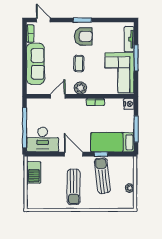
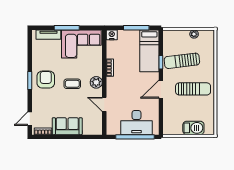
sofa: (36, 64) -> (67, 126), width x0.73
desk: (43, 140) -> (136, 123), moved, turned 90
barbecue: (34, 172) -> (193, 128), moved

